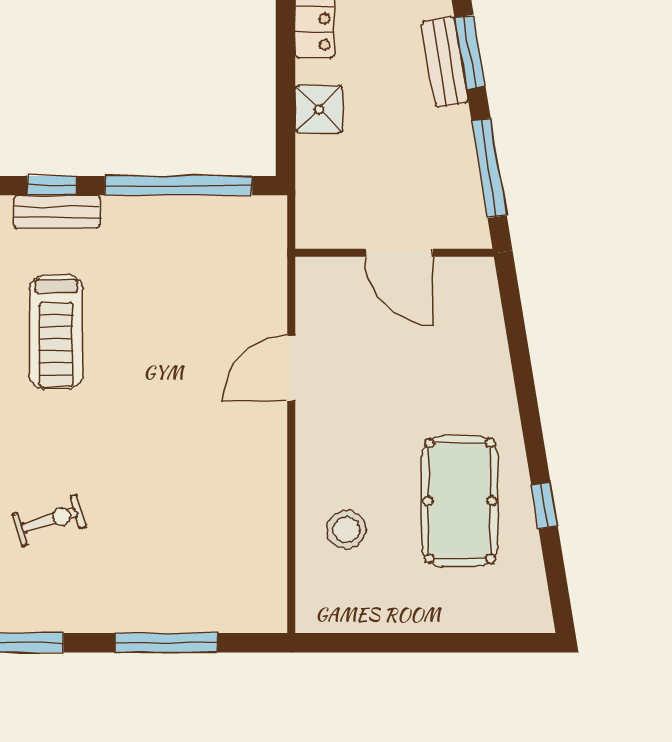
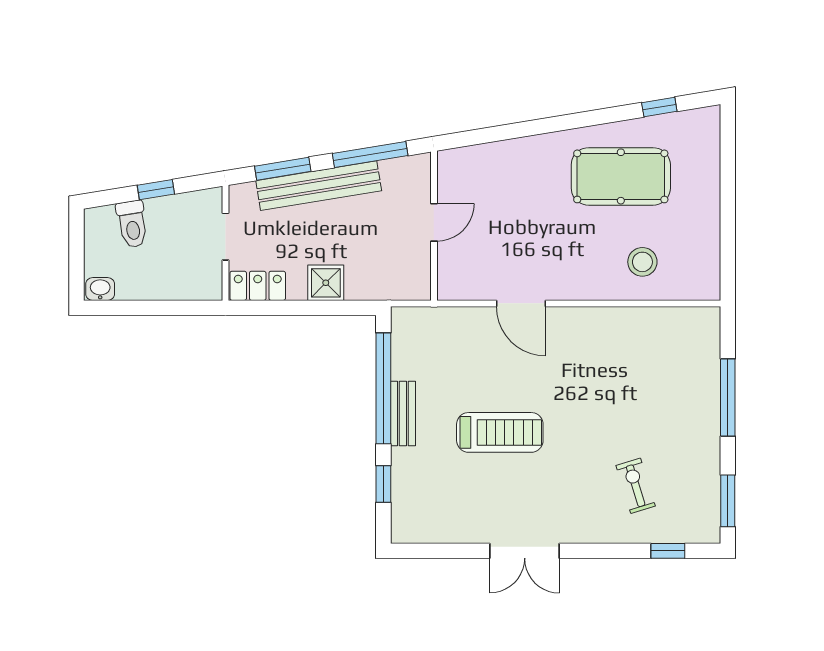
bench: (445, 62) -> (319, 186), width x1.86, depth x1.21
bench: (57, 212) -> (403, 413), moved
door: (399, 253) -> (434, 222), width x0.73
treadmill: (56, 332) -> (500, 432), moved
window: (544, 505) -> (659, 107), moved

